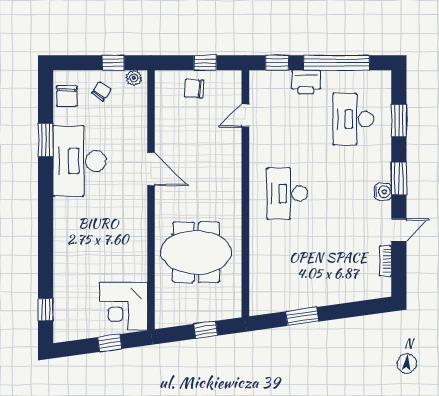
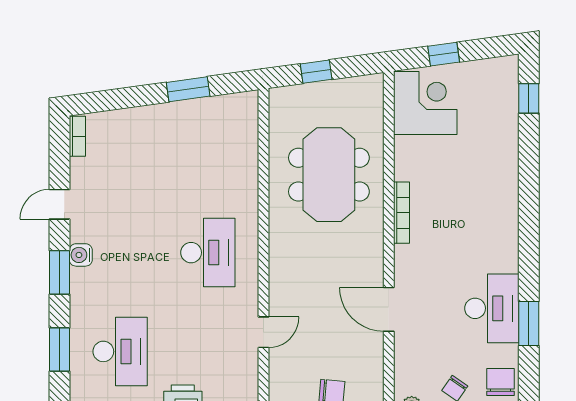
door: (245, 115) -> (263, 332), moved
desk: (80, 161) -> (492, 308), width x0.73, depth x0.77
door: (151, 169) -> (389, 309), moved
bookcase: (141, 224) -> (402, 213), added
meeting table: (196, 252) -> (329, 175), turned 90
bookcase: (385, 261) -> (77, 136), moved

